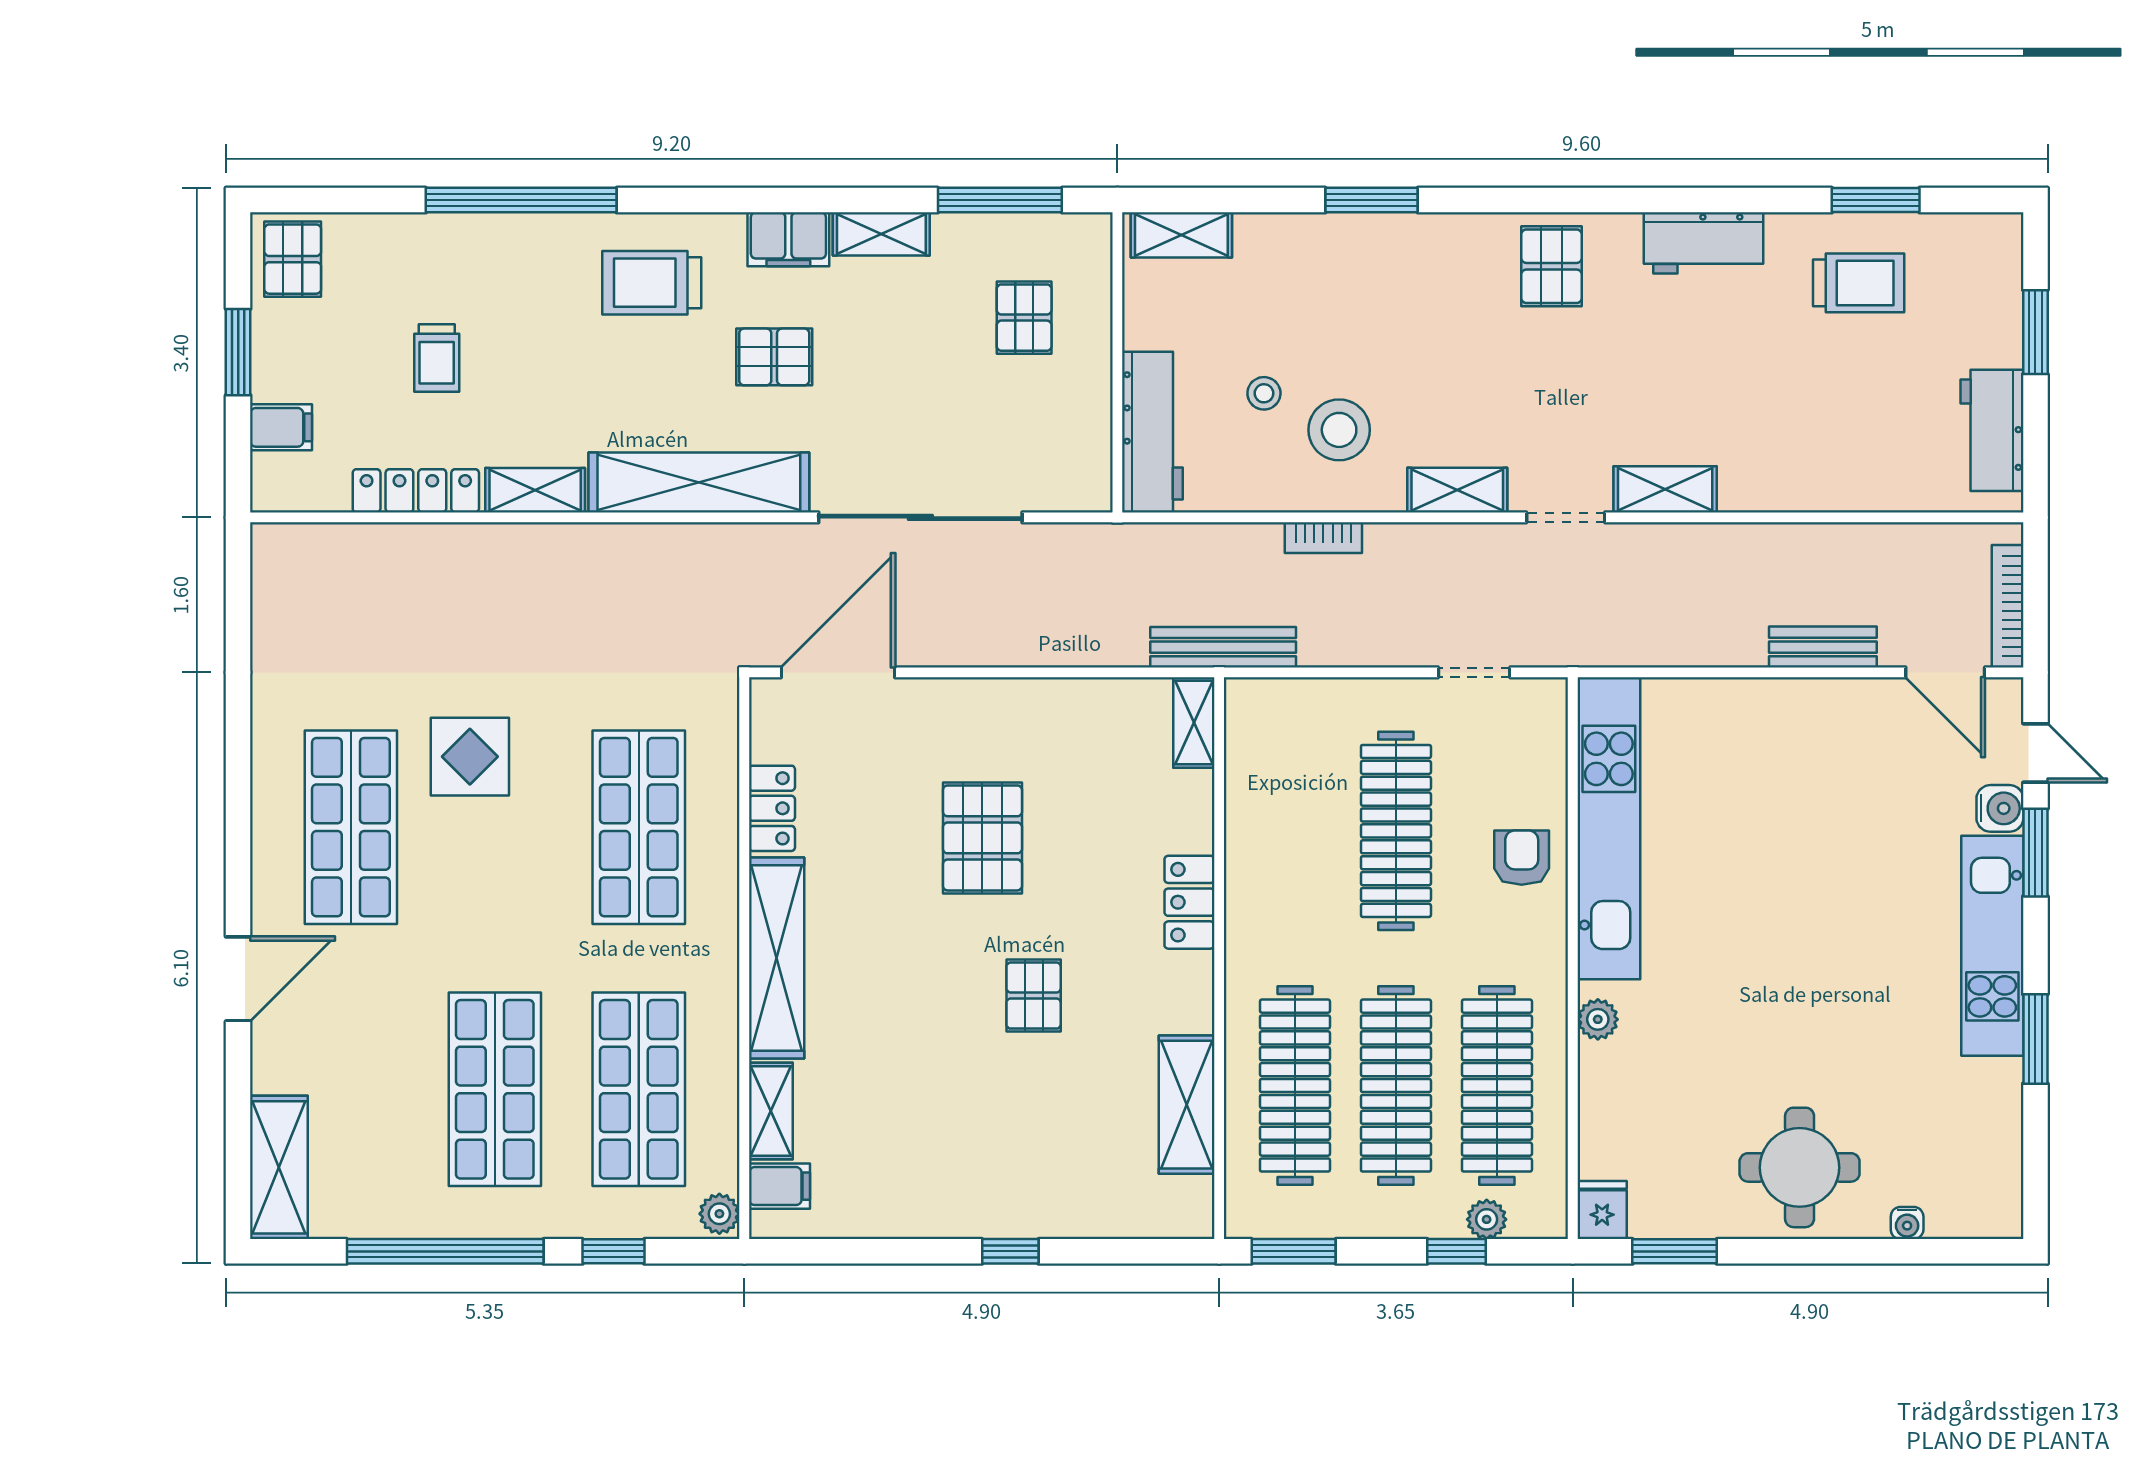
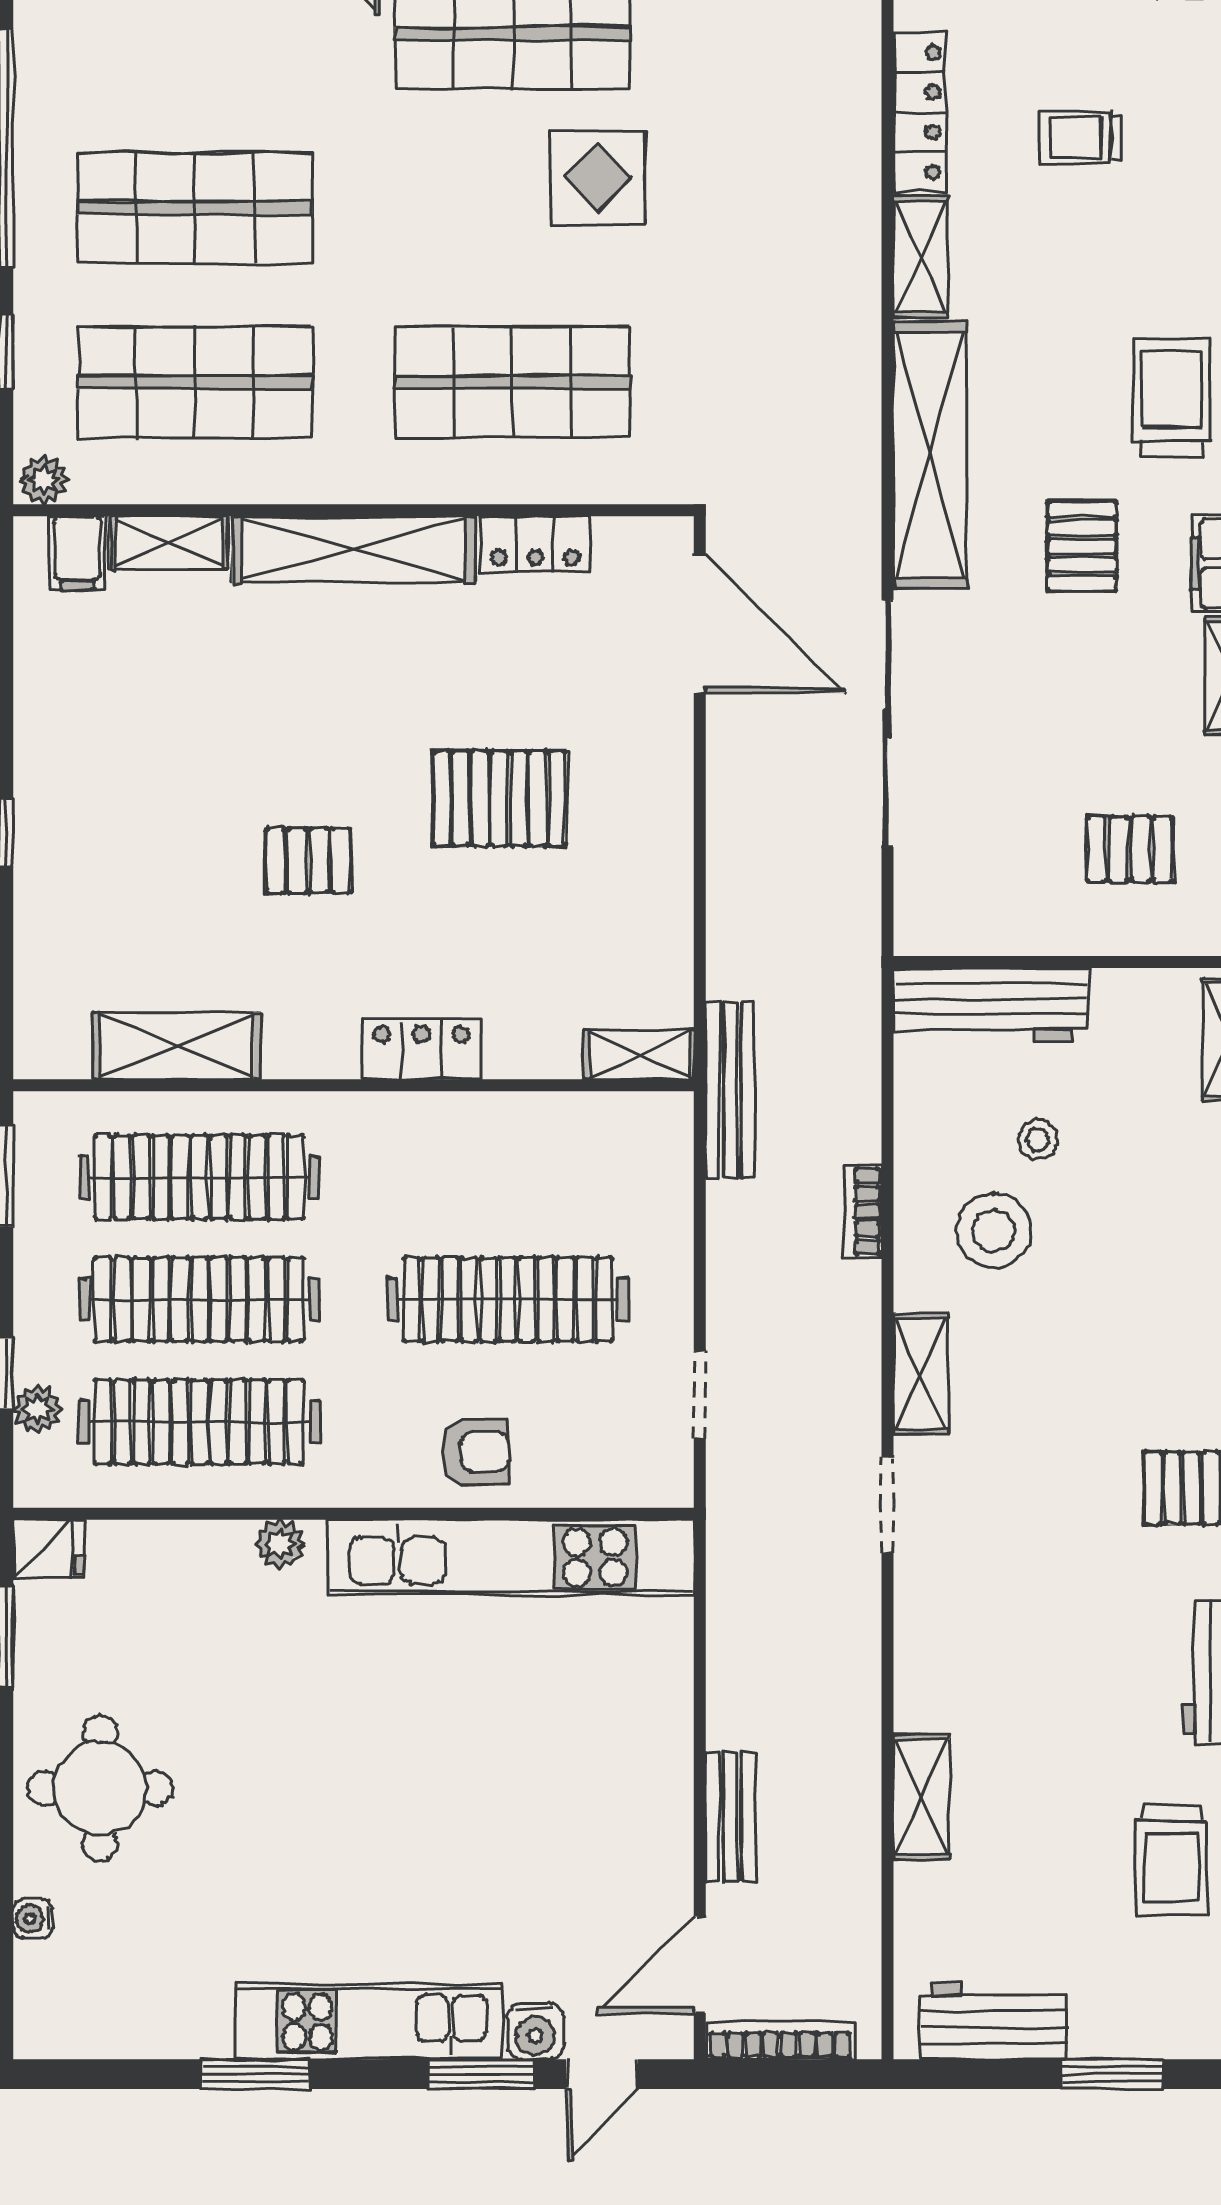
shelving: (1665, 489) -> (921, 1797), moved

